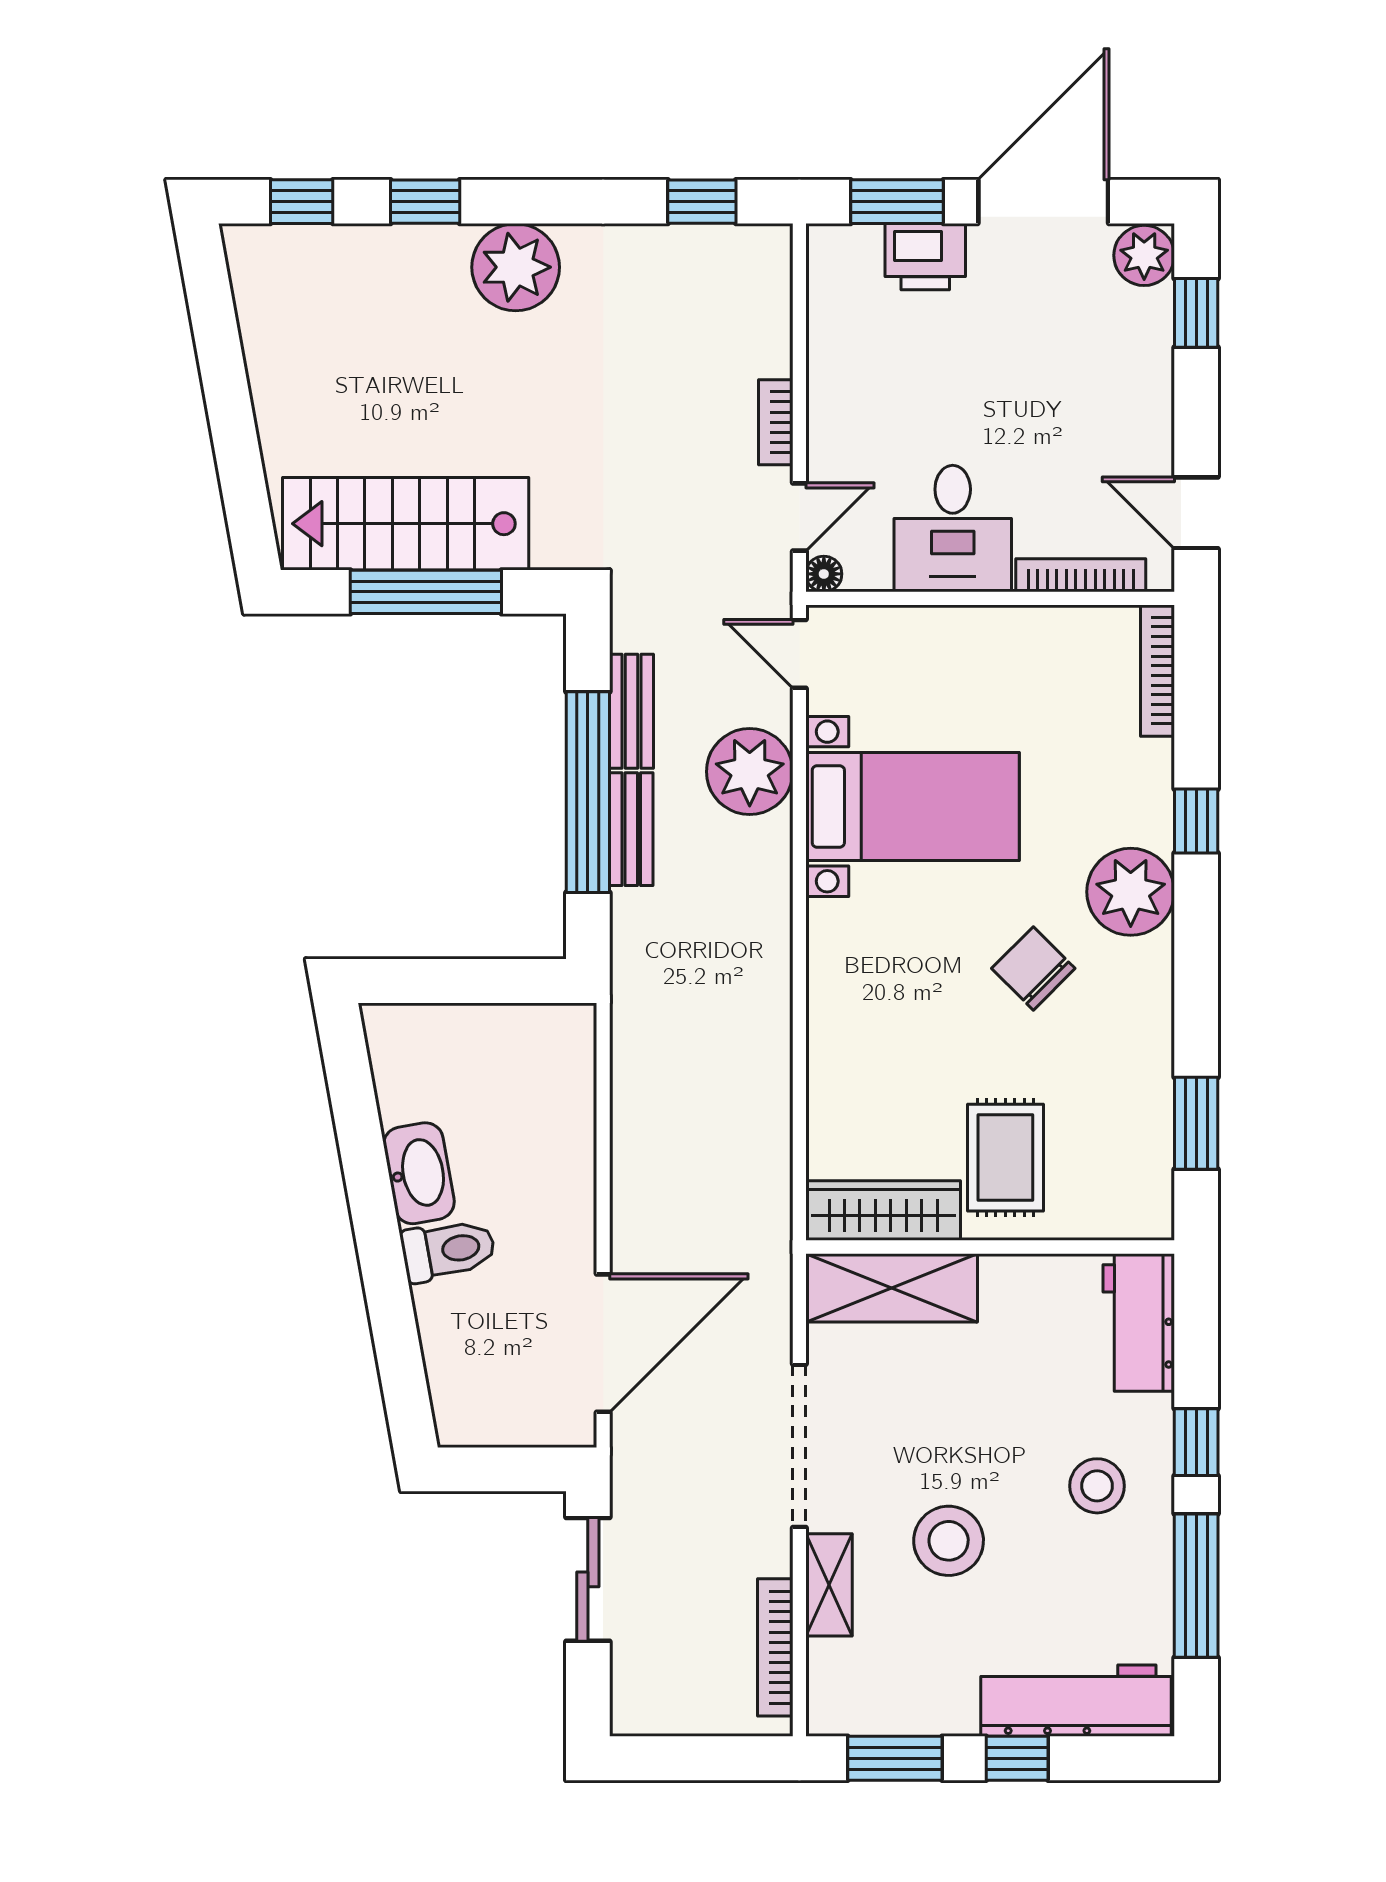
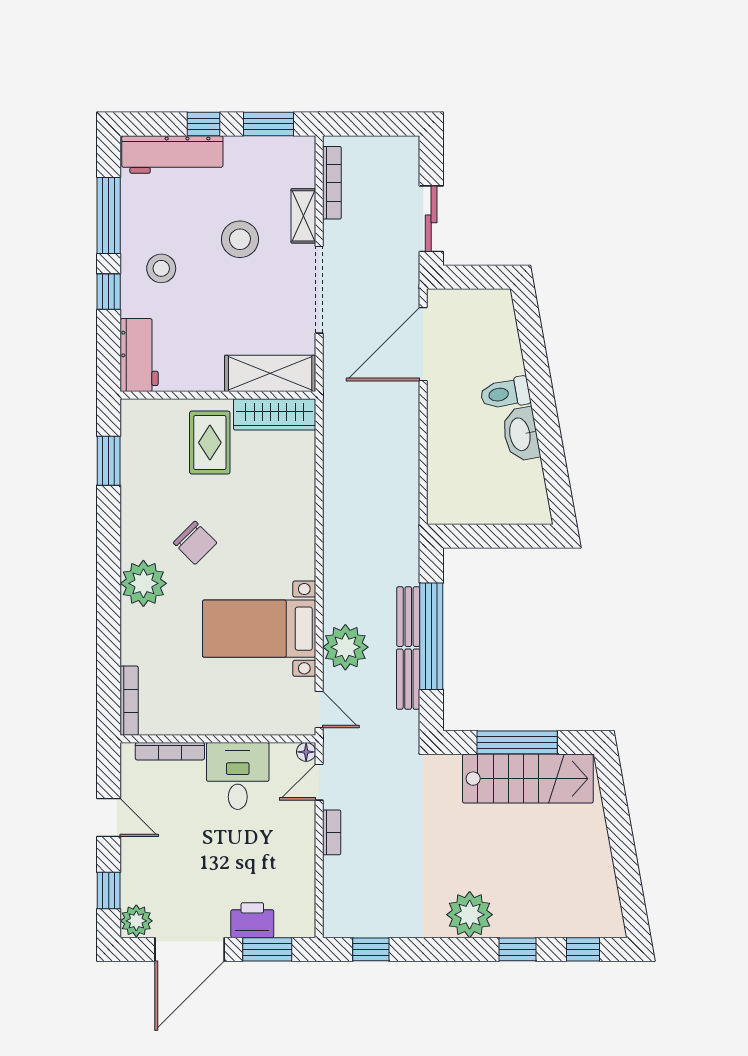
door: (1196, 513) -> (109, 818), moved
window: (1196, 821) -> (109, 621), removed

